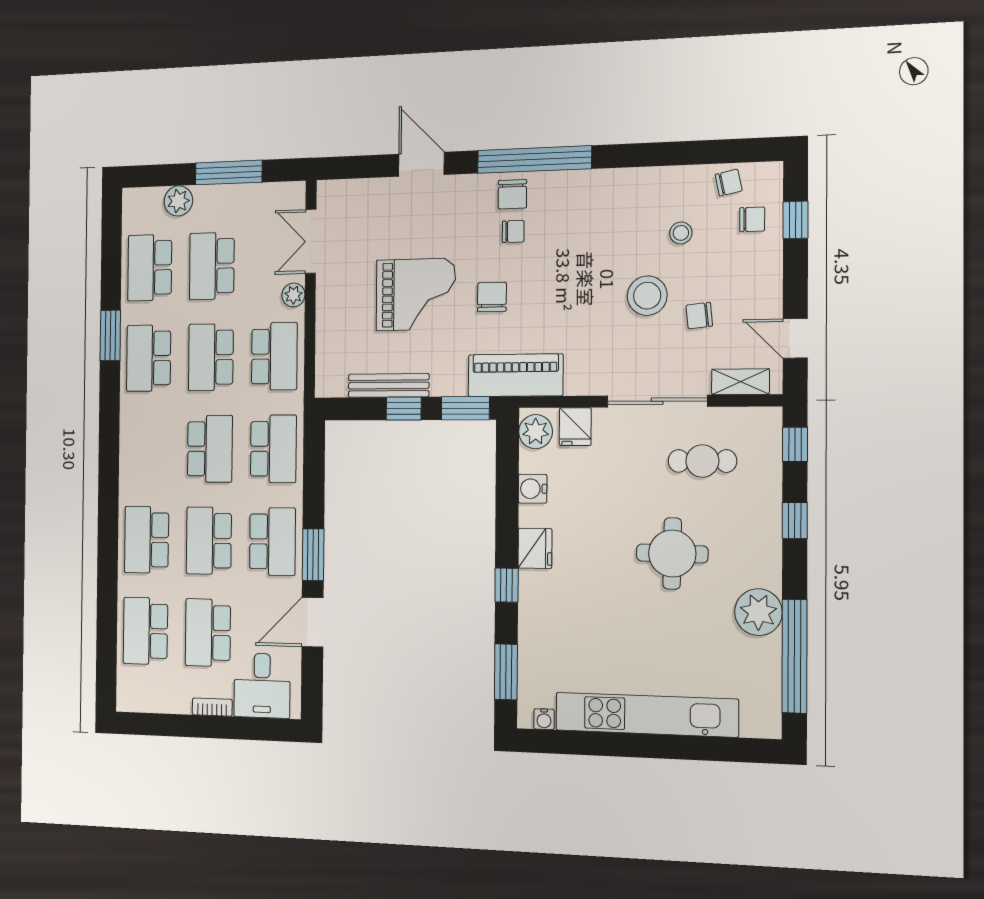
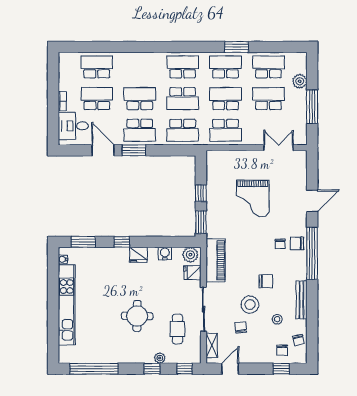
plant: (293, 295) -> (254, 139), removed
chair: (492, 297) -> (266, 281), moved
piano: (515, 375) -> (216, 260), moved
bench: (389, 385) -> (302, 300), moved
school desk: (147, 540) -> (183, 67), moved
plant: (758, 612) -> (160, 358), moved, width x0.53, depth x0.53

